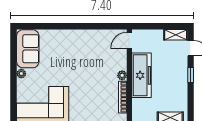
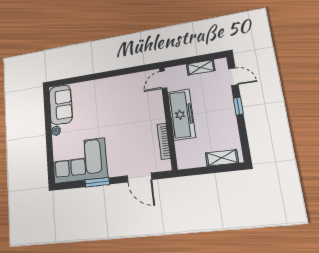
shelving: (176, 35) -> (201, 67), moved
plant: (122, 75) -> (160, 118), removed

